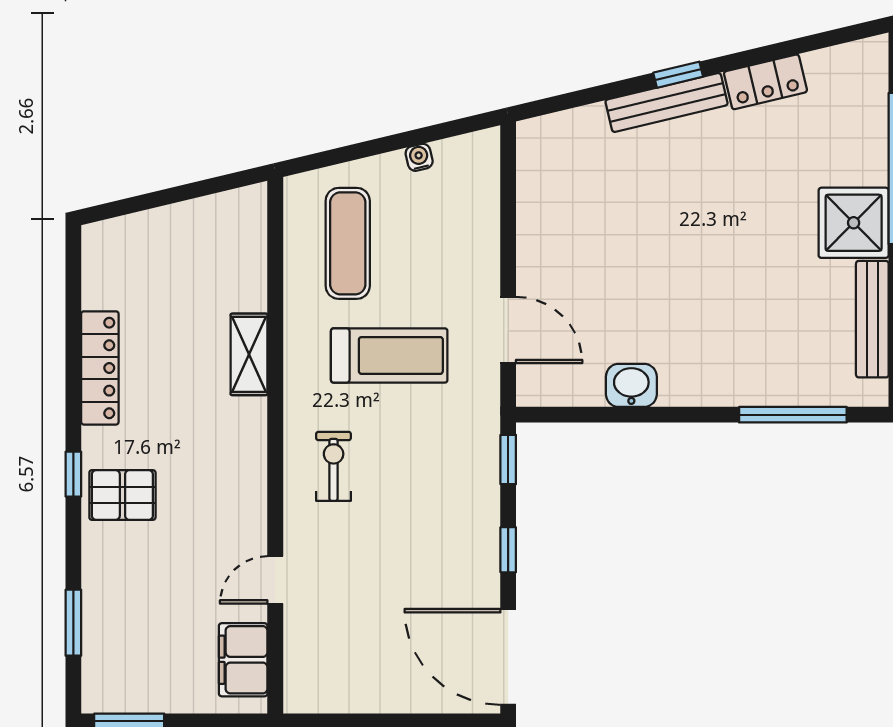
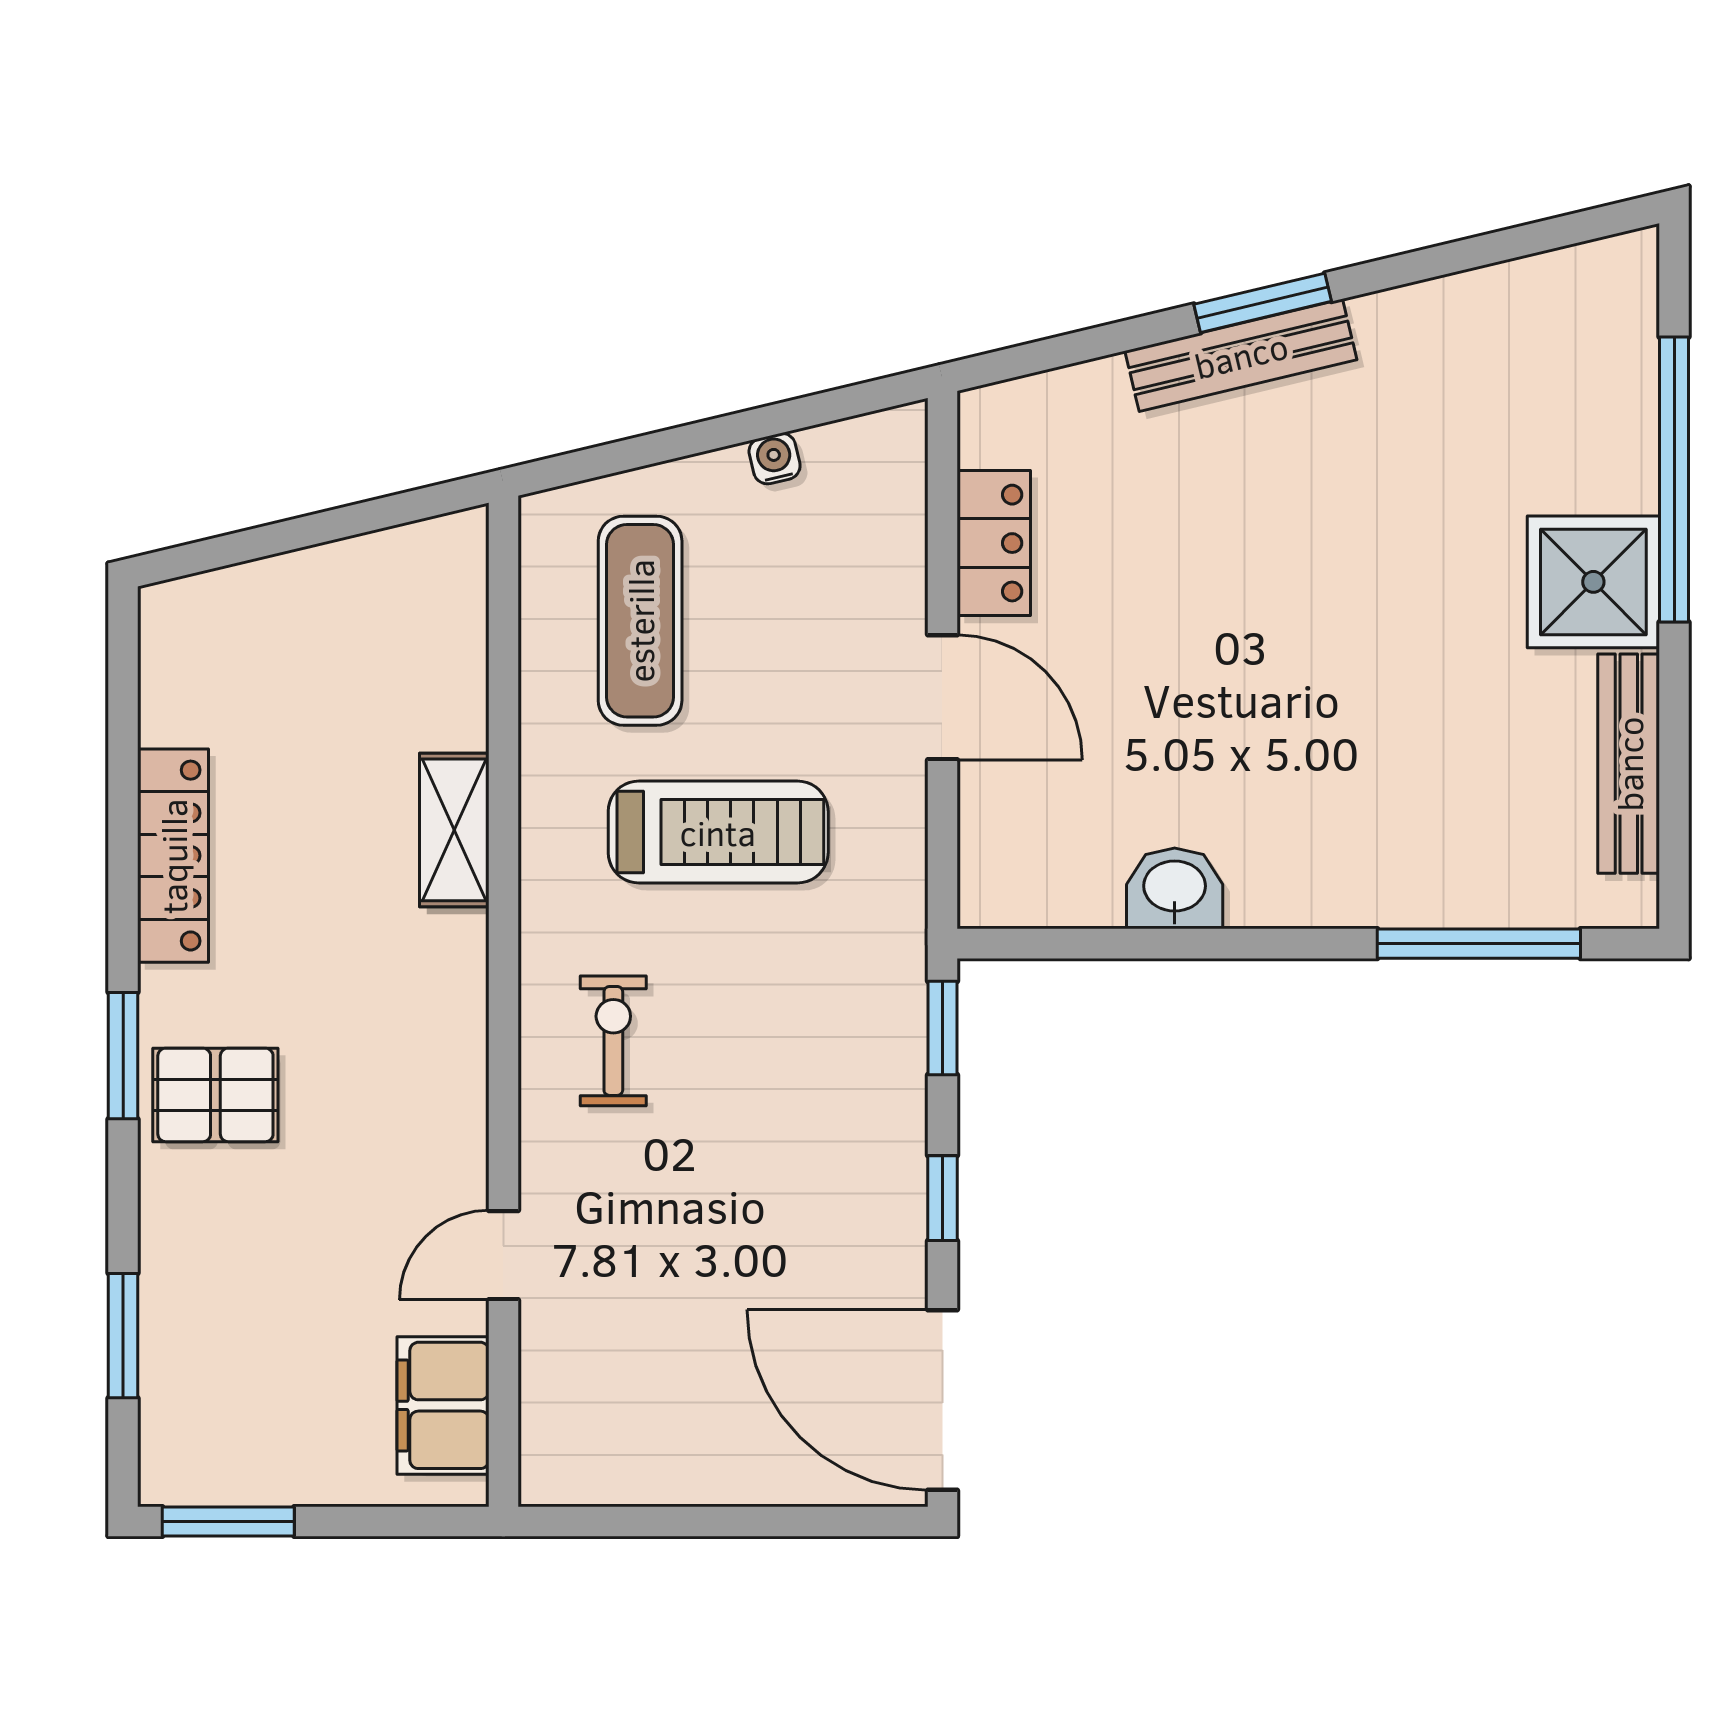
window: (678, 75) -> (1263, 303), width x1.50
locker: (765, 82) -> (994, 543), moved, turned -77
door: (508, 330) -> (942, 697), moved
window: (73, 474) -> (123, 1056), width x1.50

